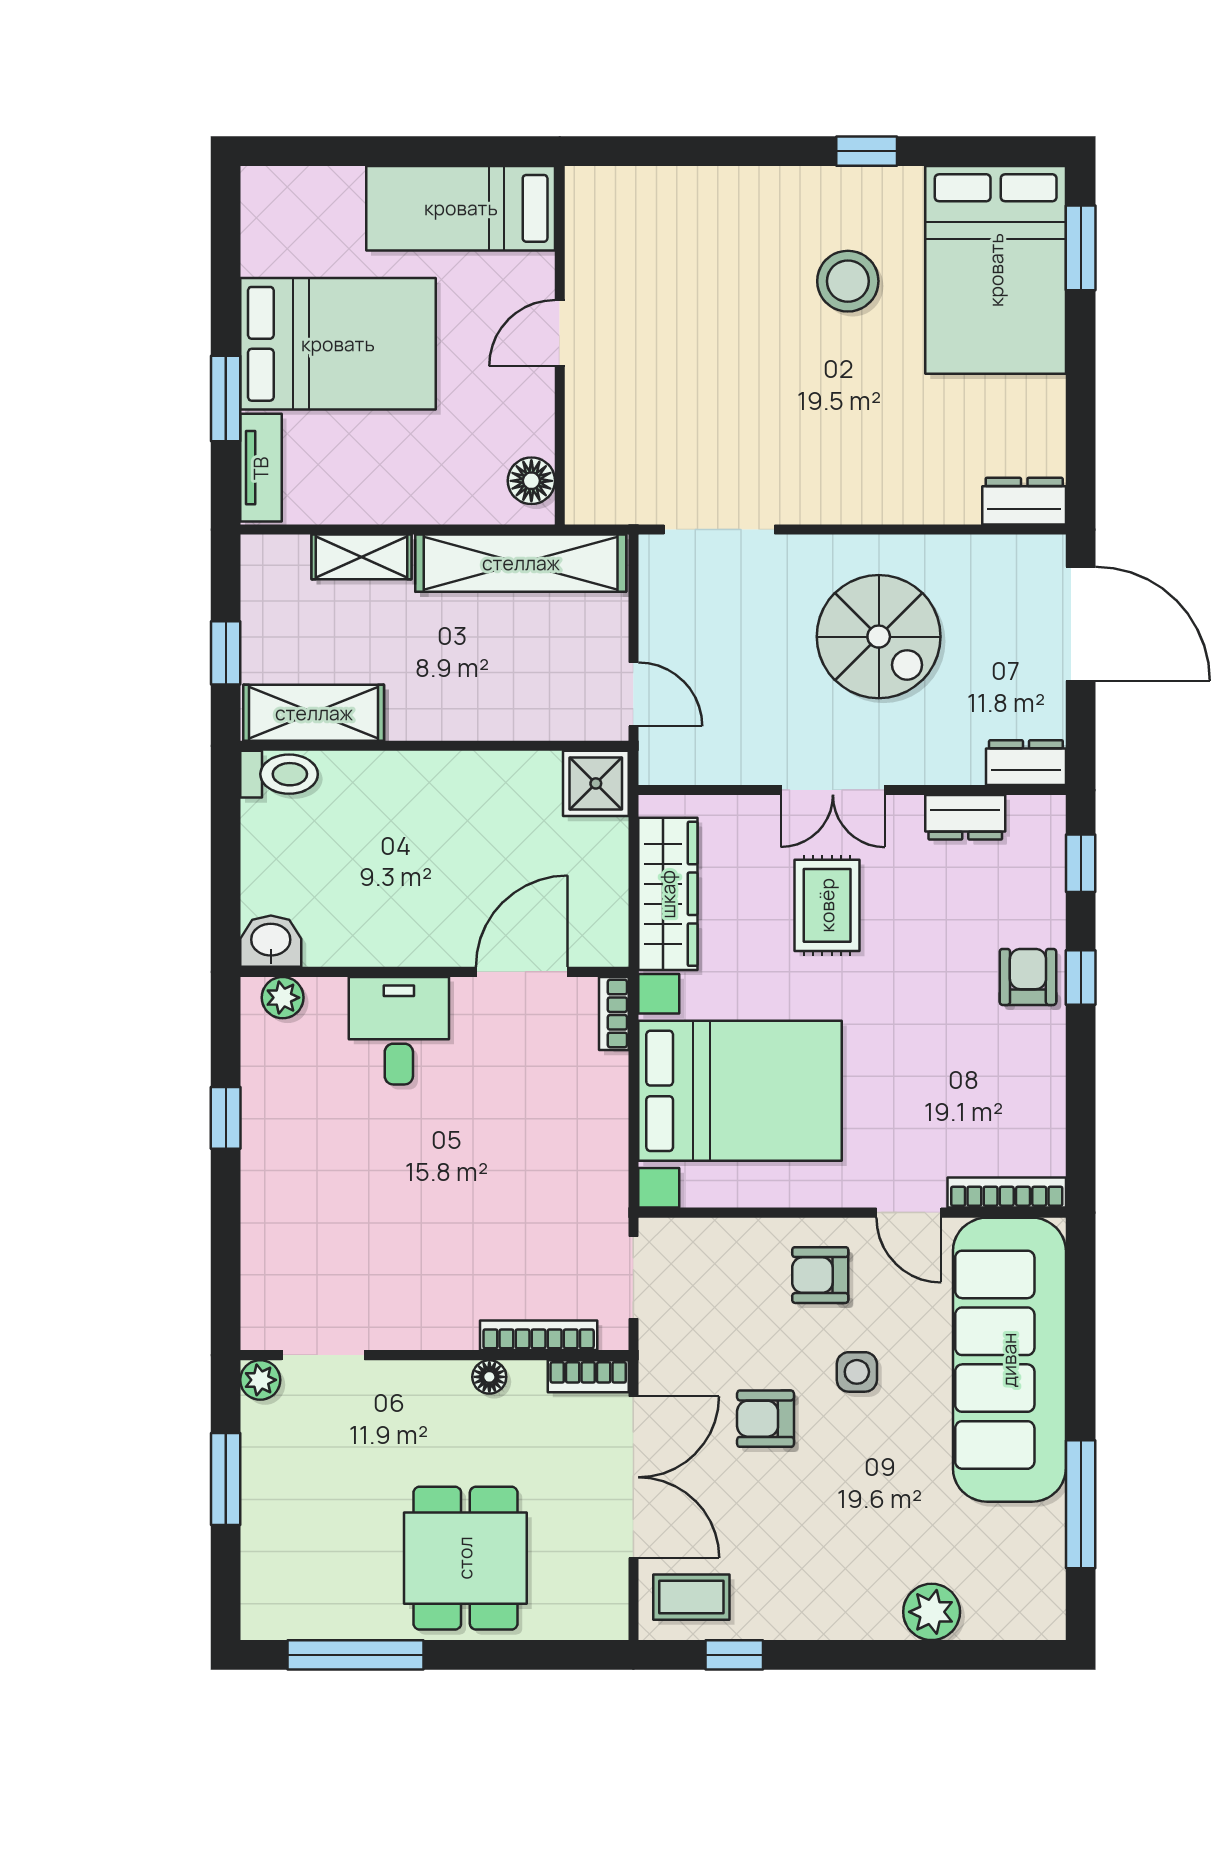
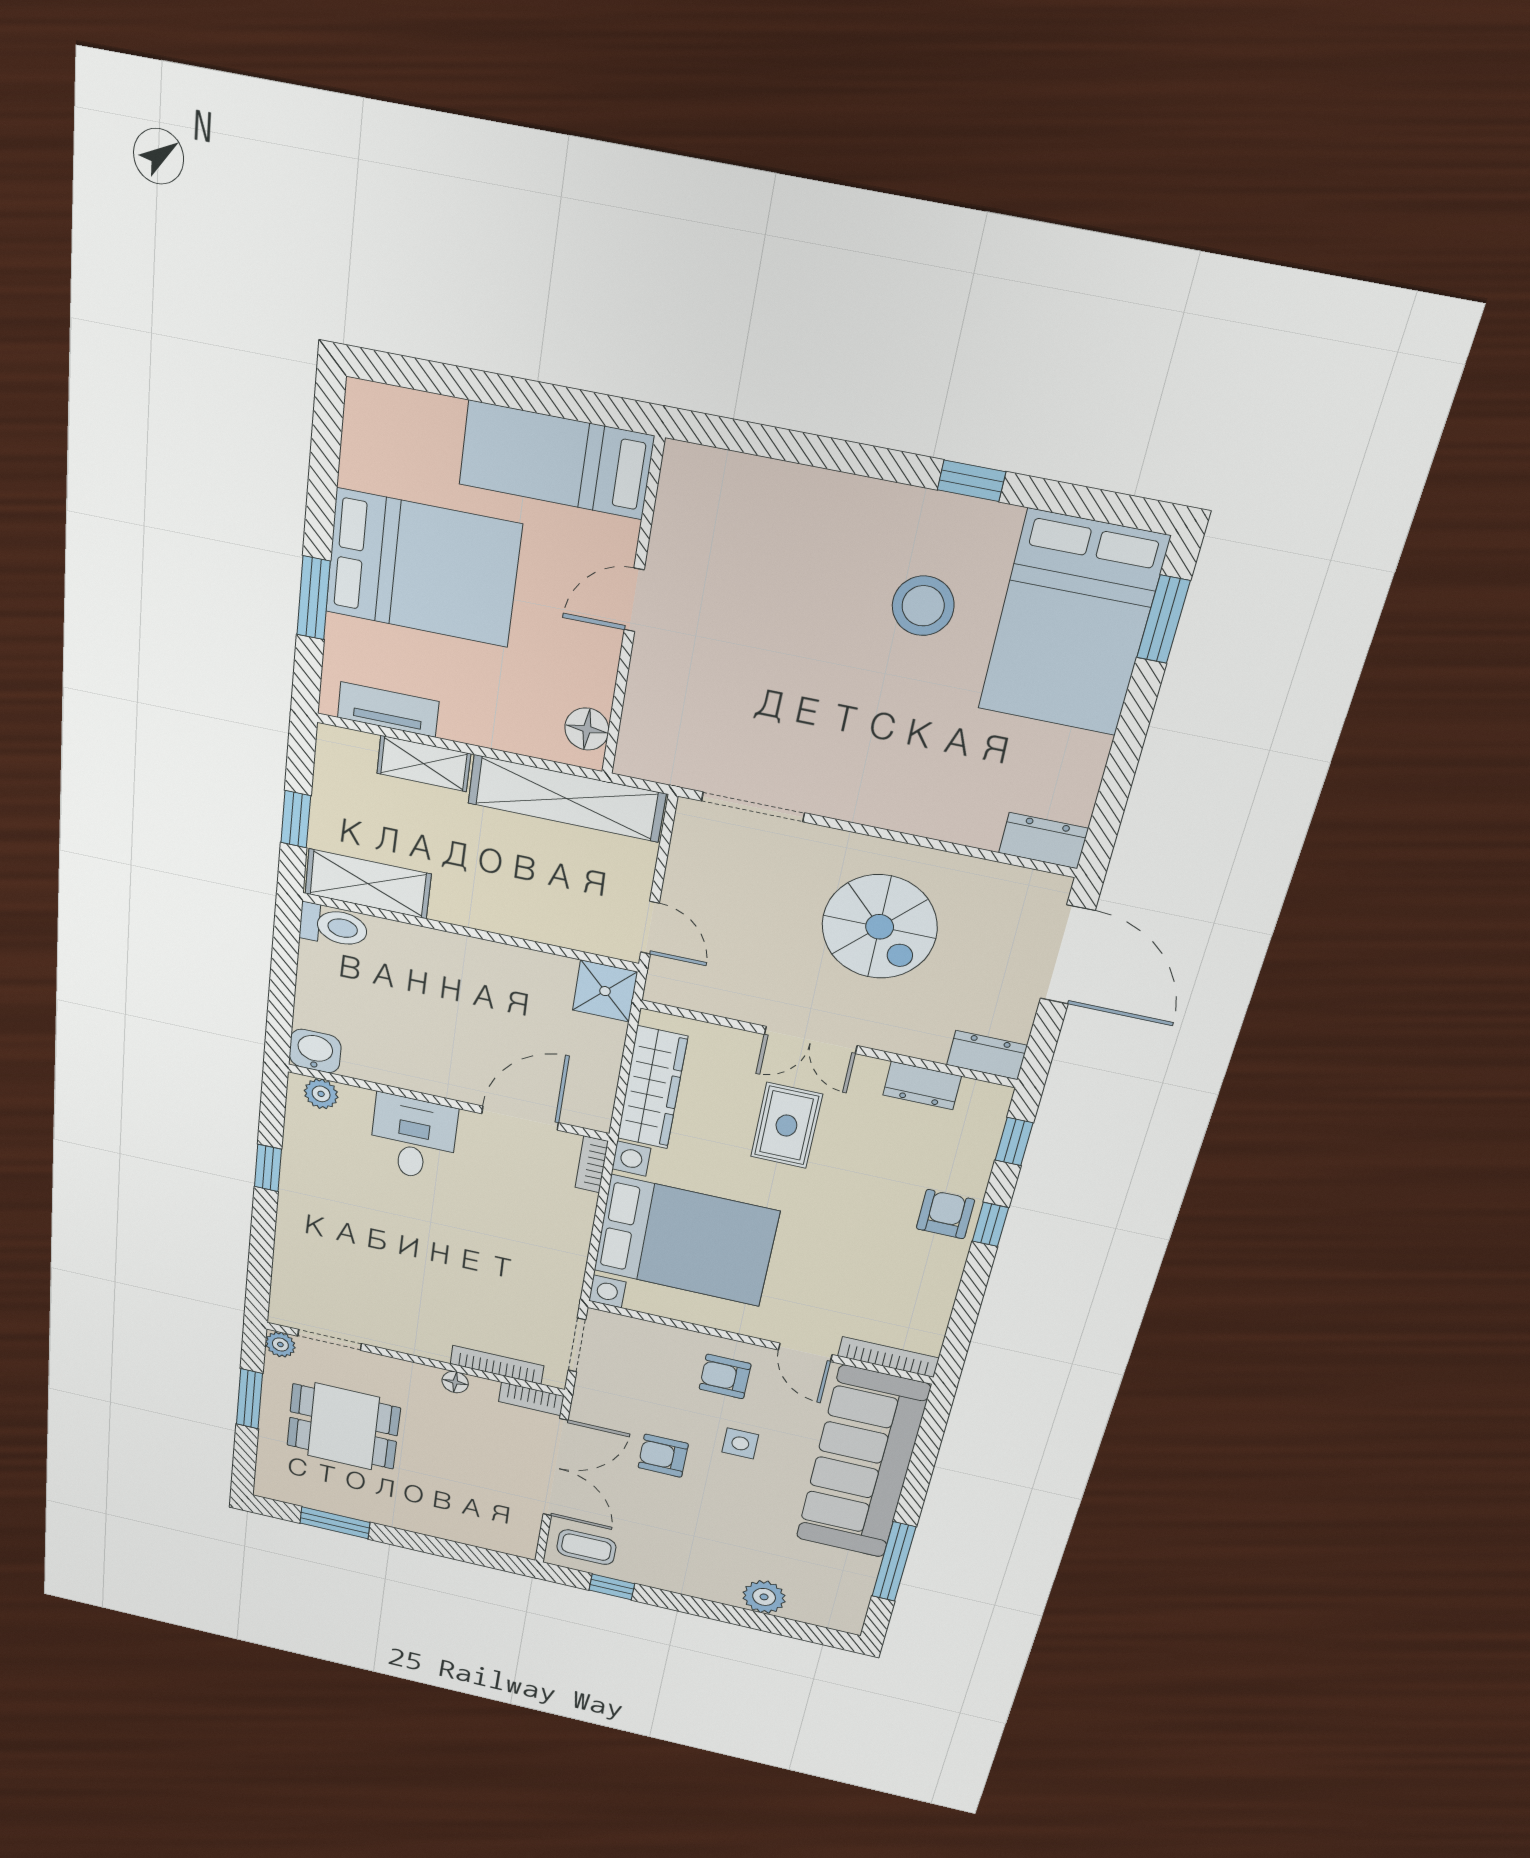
tv unit: (261, 468) -> (388, 710), moved, turned -90
dining table: (465, 1558) -> (343, 1427), moved, turned 90
window: (355, 1655) -> (335, 1523), width x0.69

